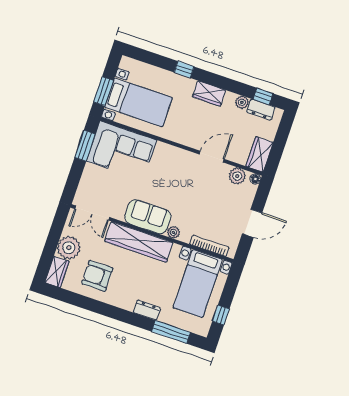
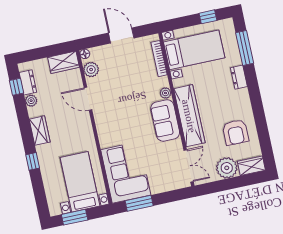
window: (104, 91) -> (75, 217), moved

